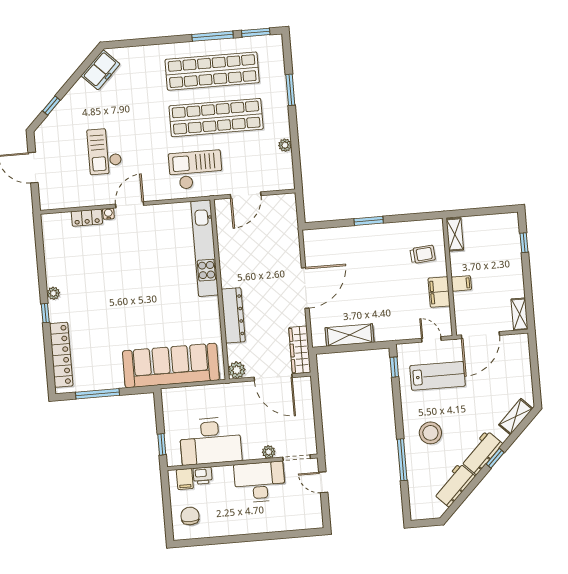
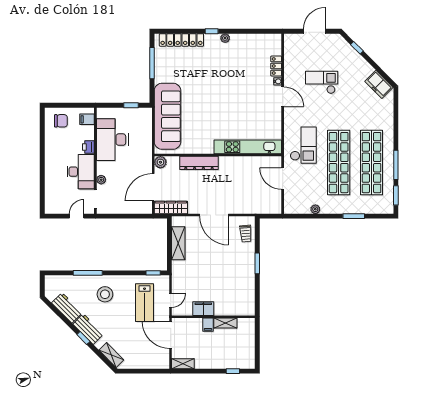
shelving: (455, 234) -> (225, 323), moved
trolley: (423, 254) -> (246, 234), moved
window: (162, 444) -> (131, 105), moved
printer: (203, 476) -> (88, 147), moved

